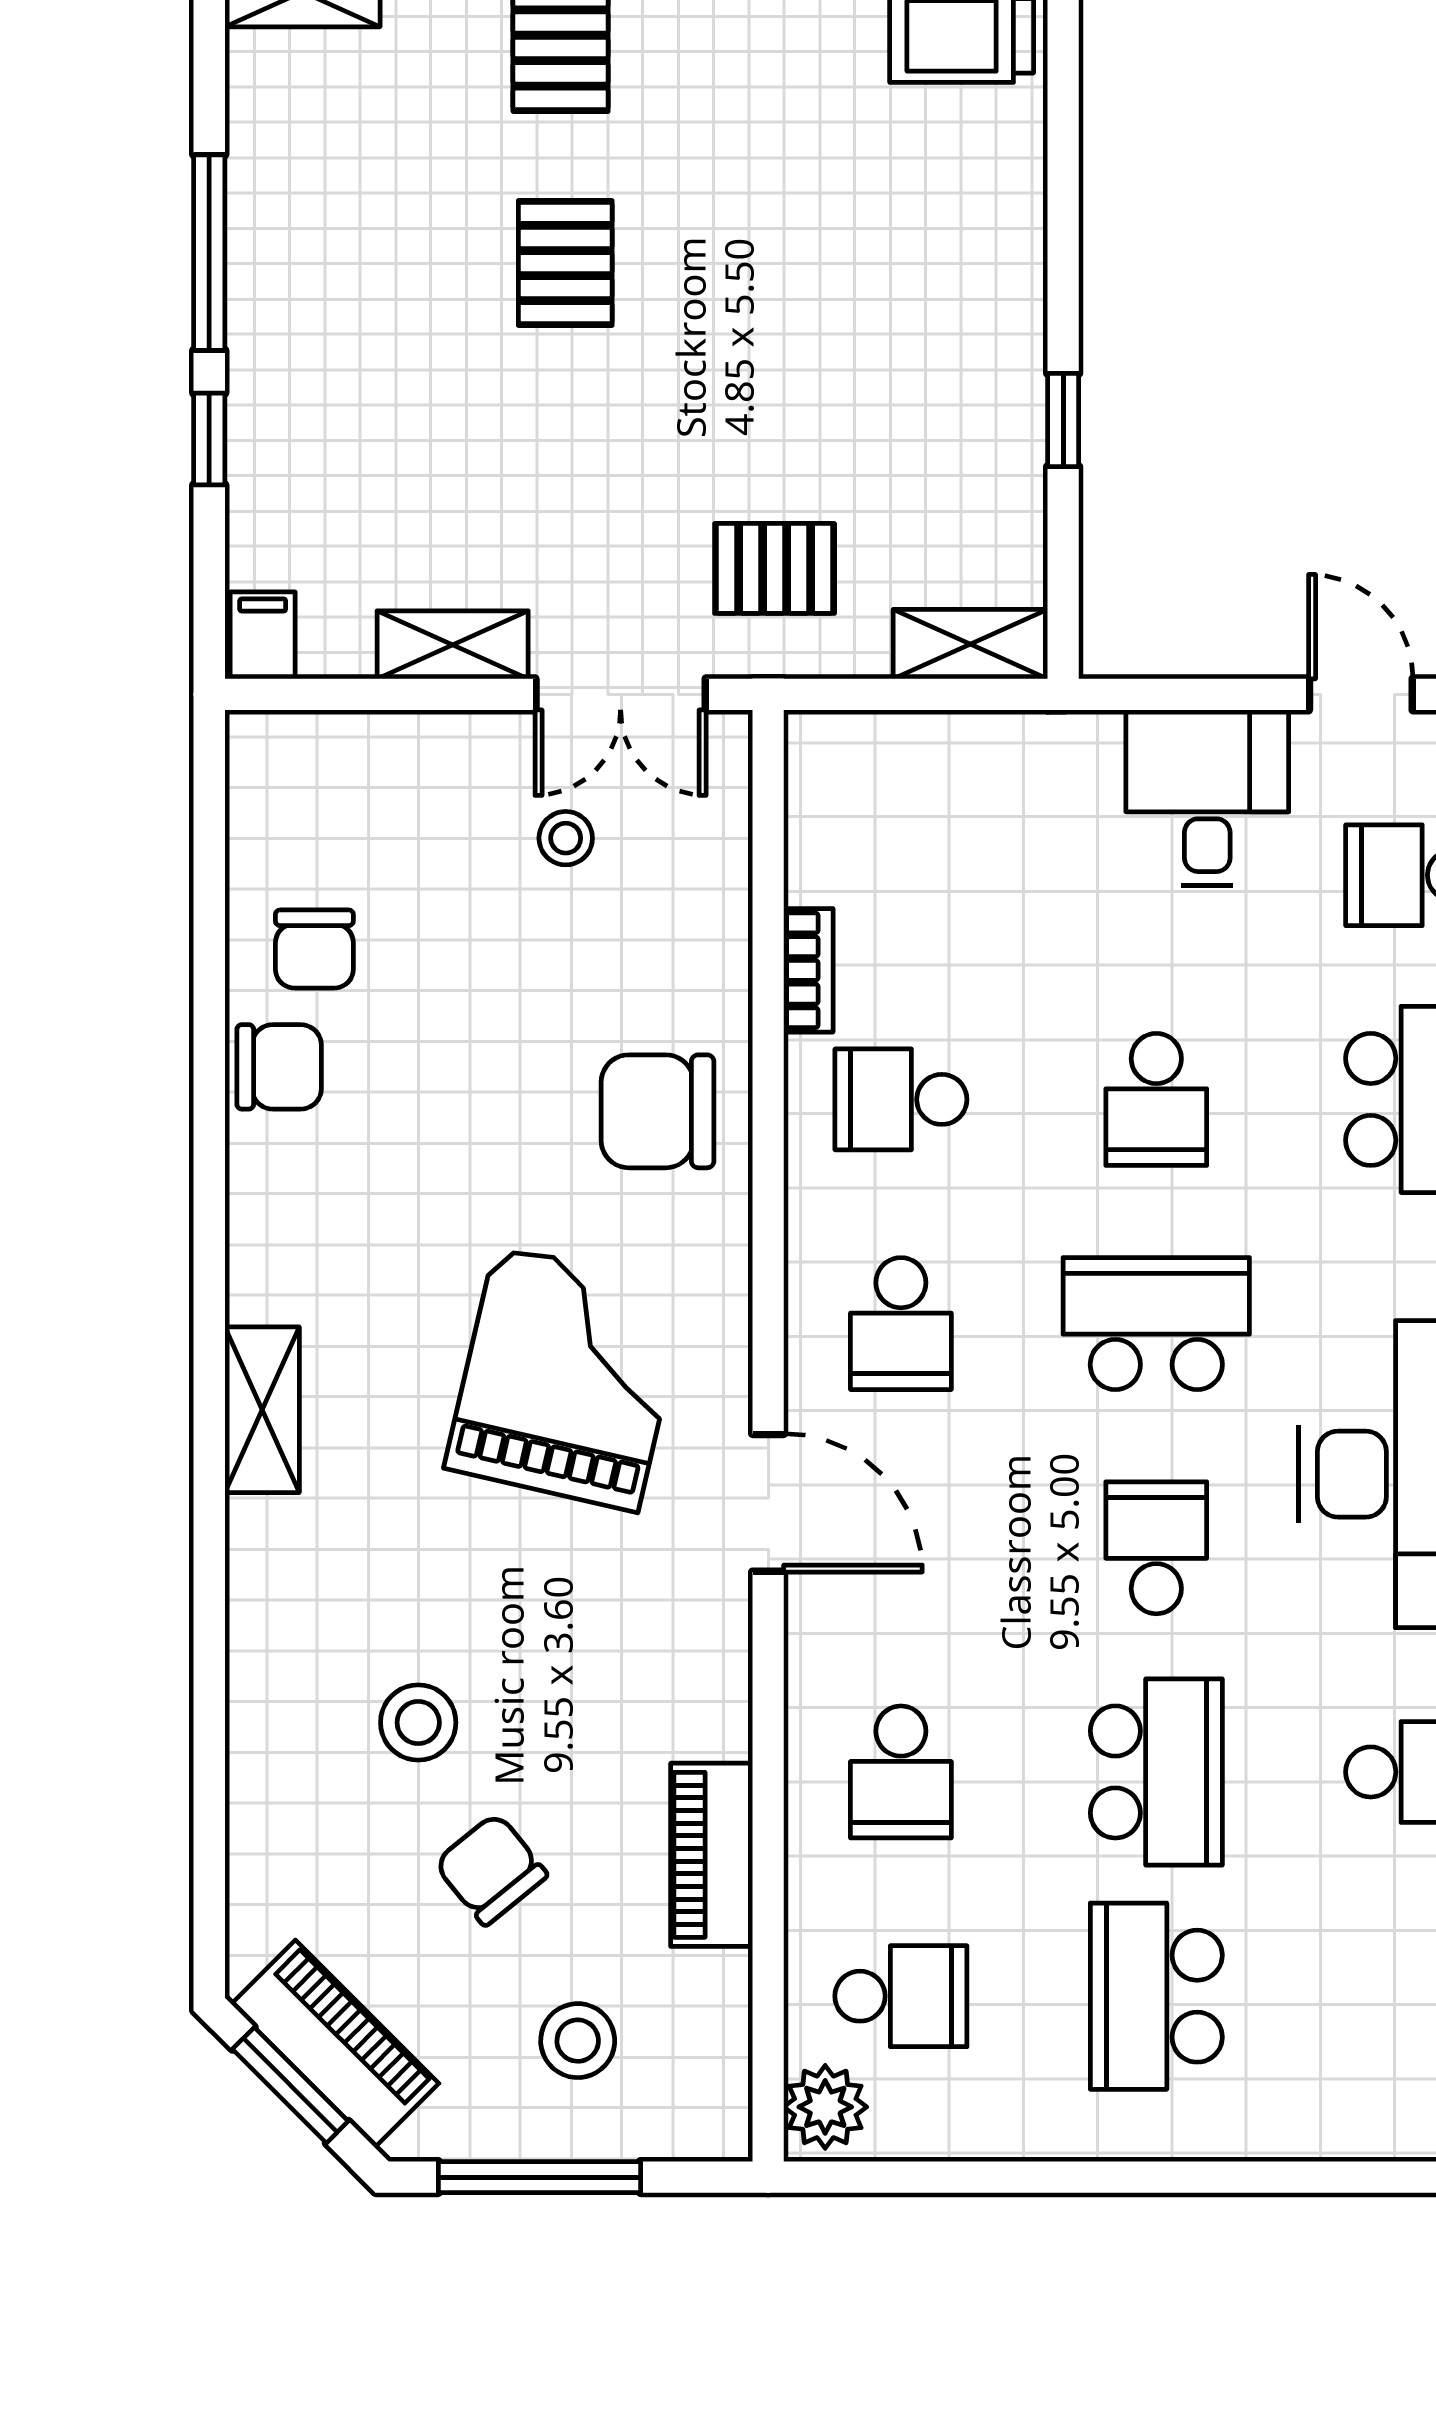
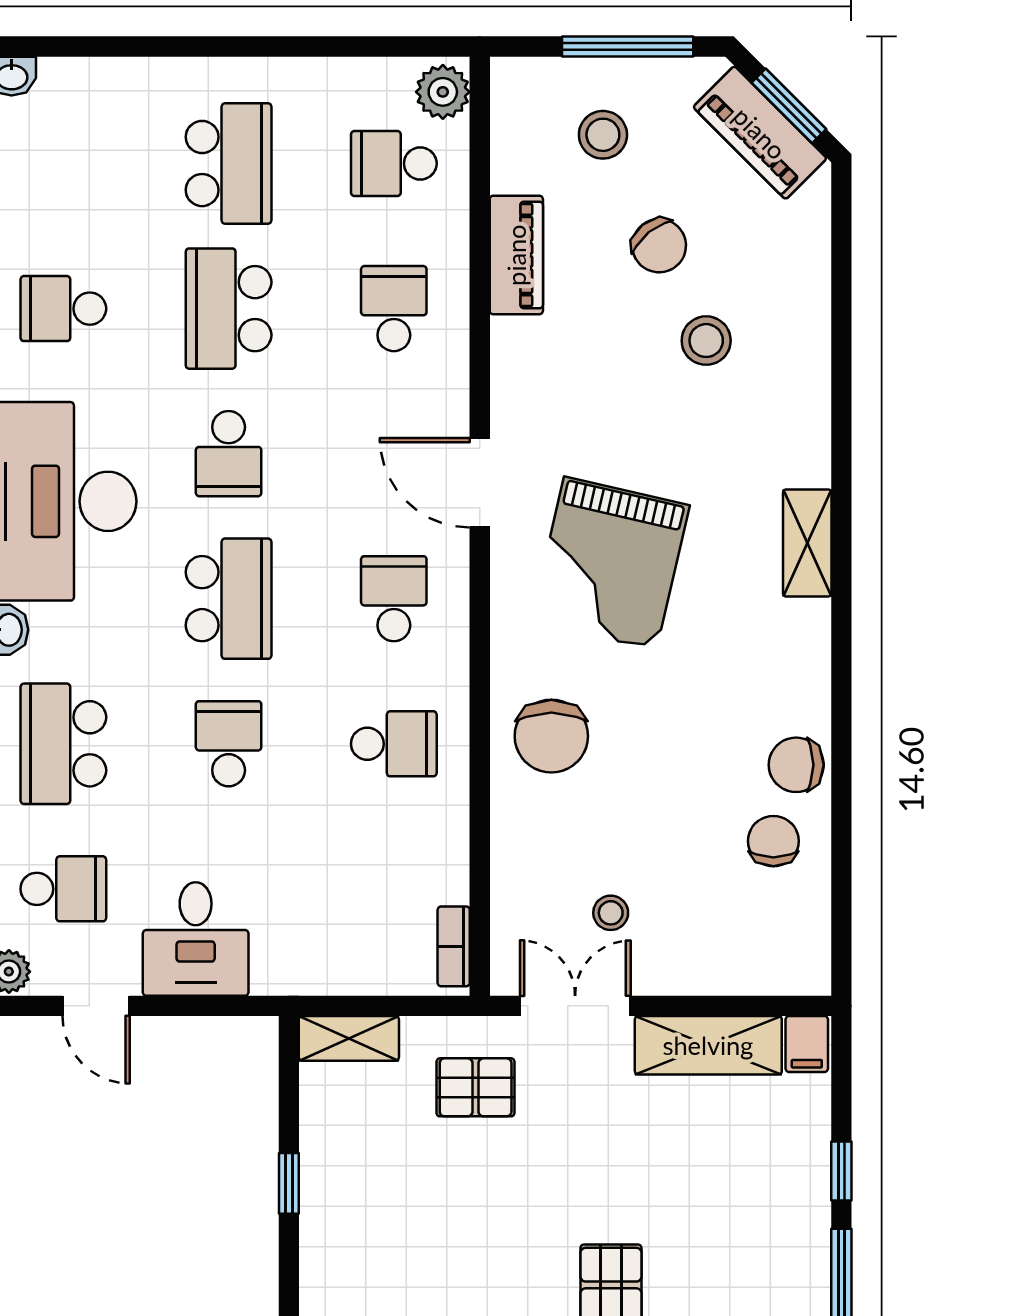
shelving: (453, 645) -> (708, 1045), width x1.50, depth x1.33
bookcase: (808, 970) -> (454, 946), moved
chair: (657, 1111) -> (551, 736), turned 90
school desk: (1156, 1324) -> (229, 599), turned -90

